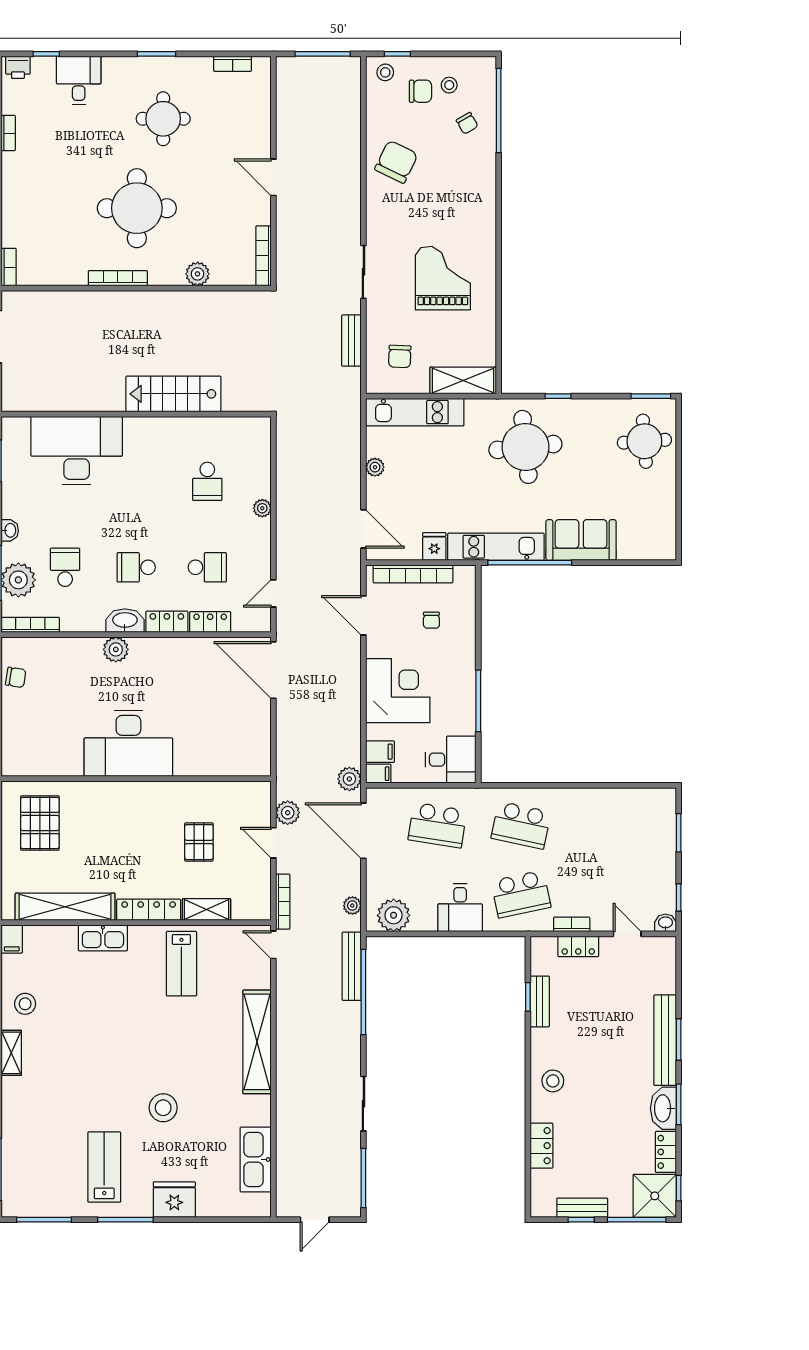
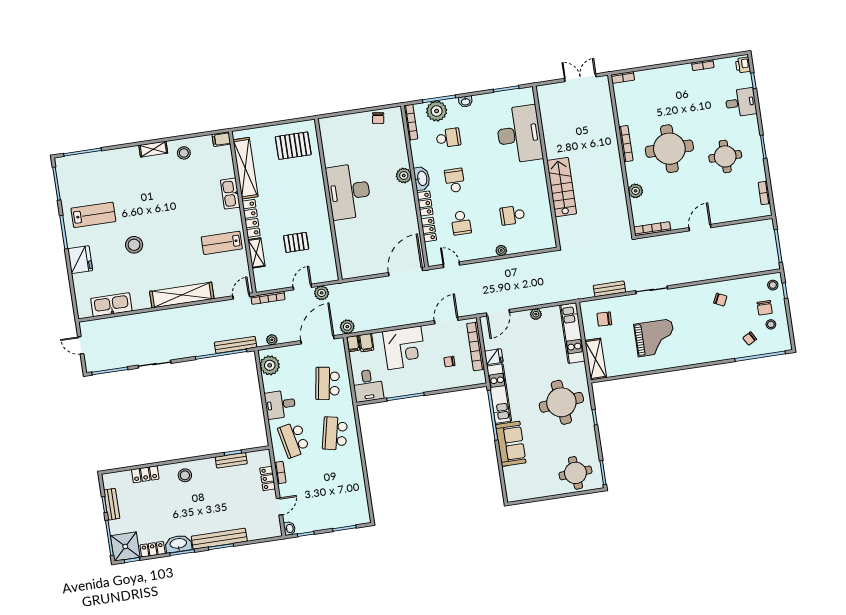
chair: (396, 162) -> (720, 300), width x0.54, depth x0.54

